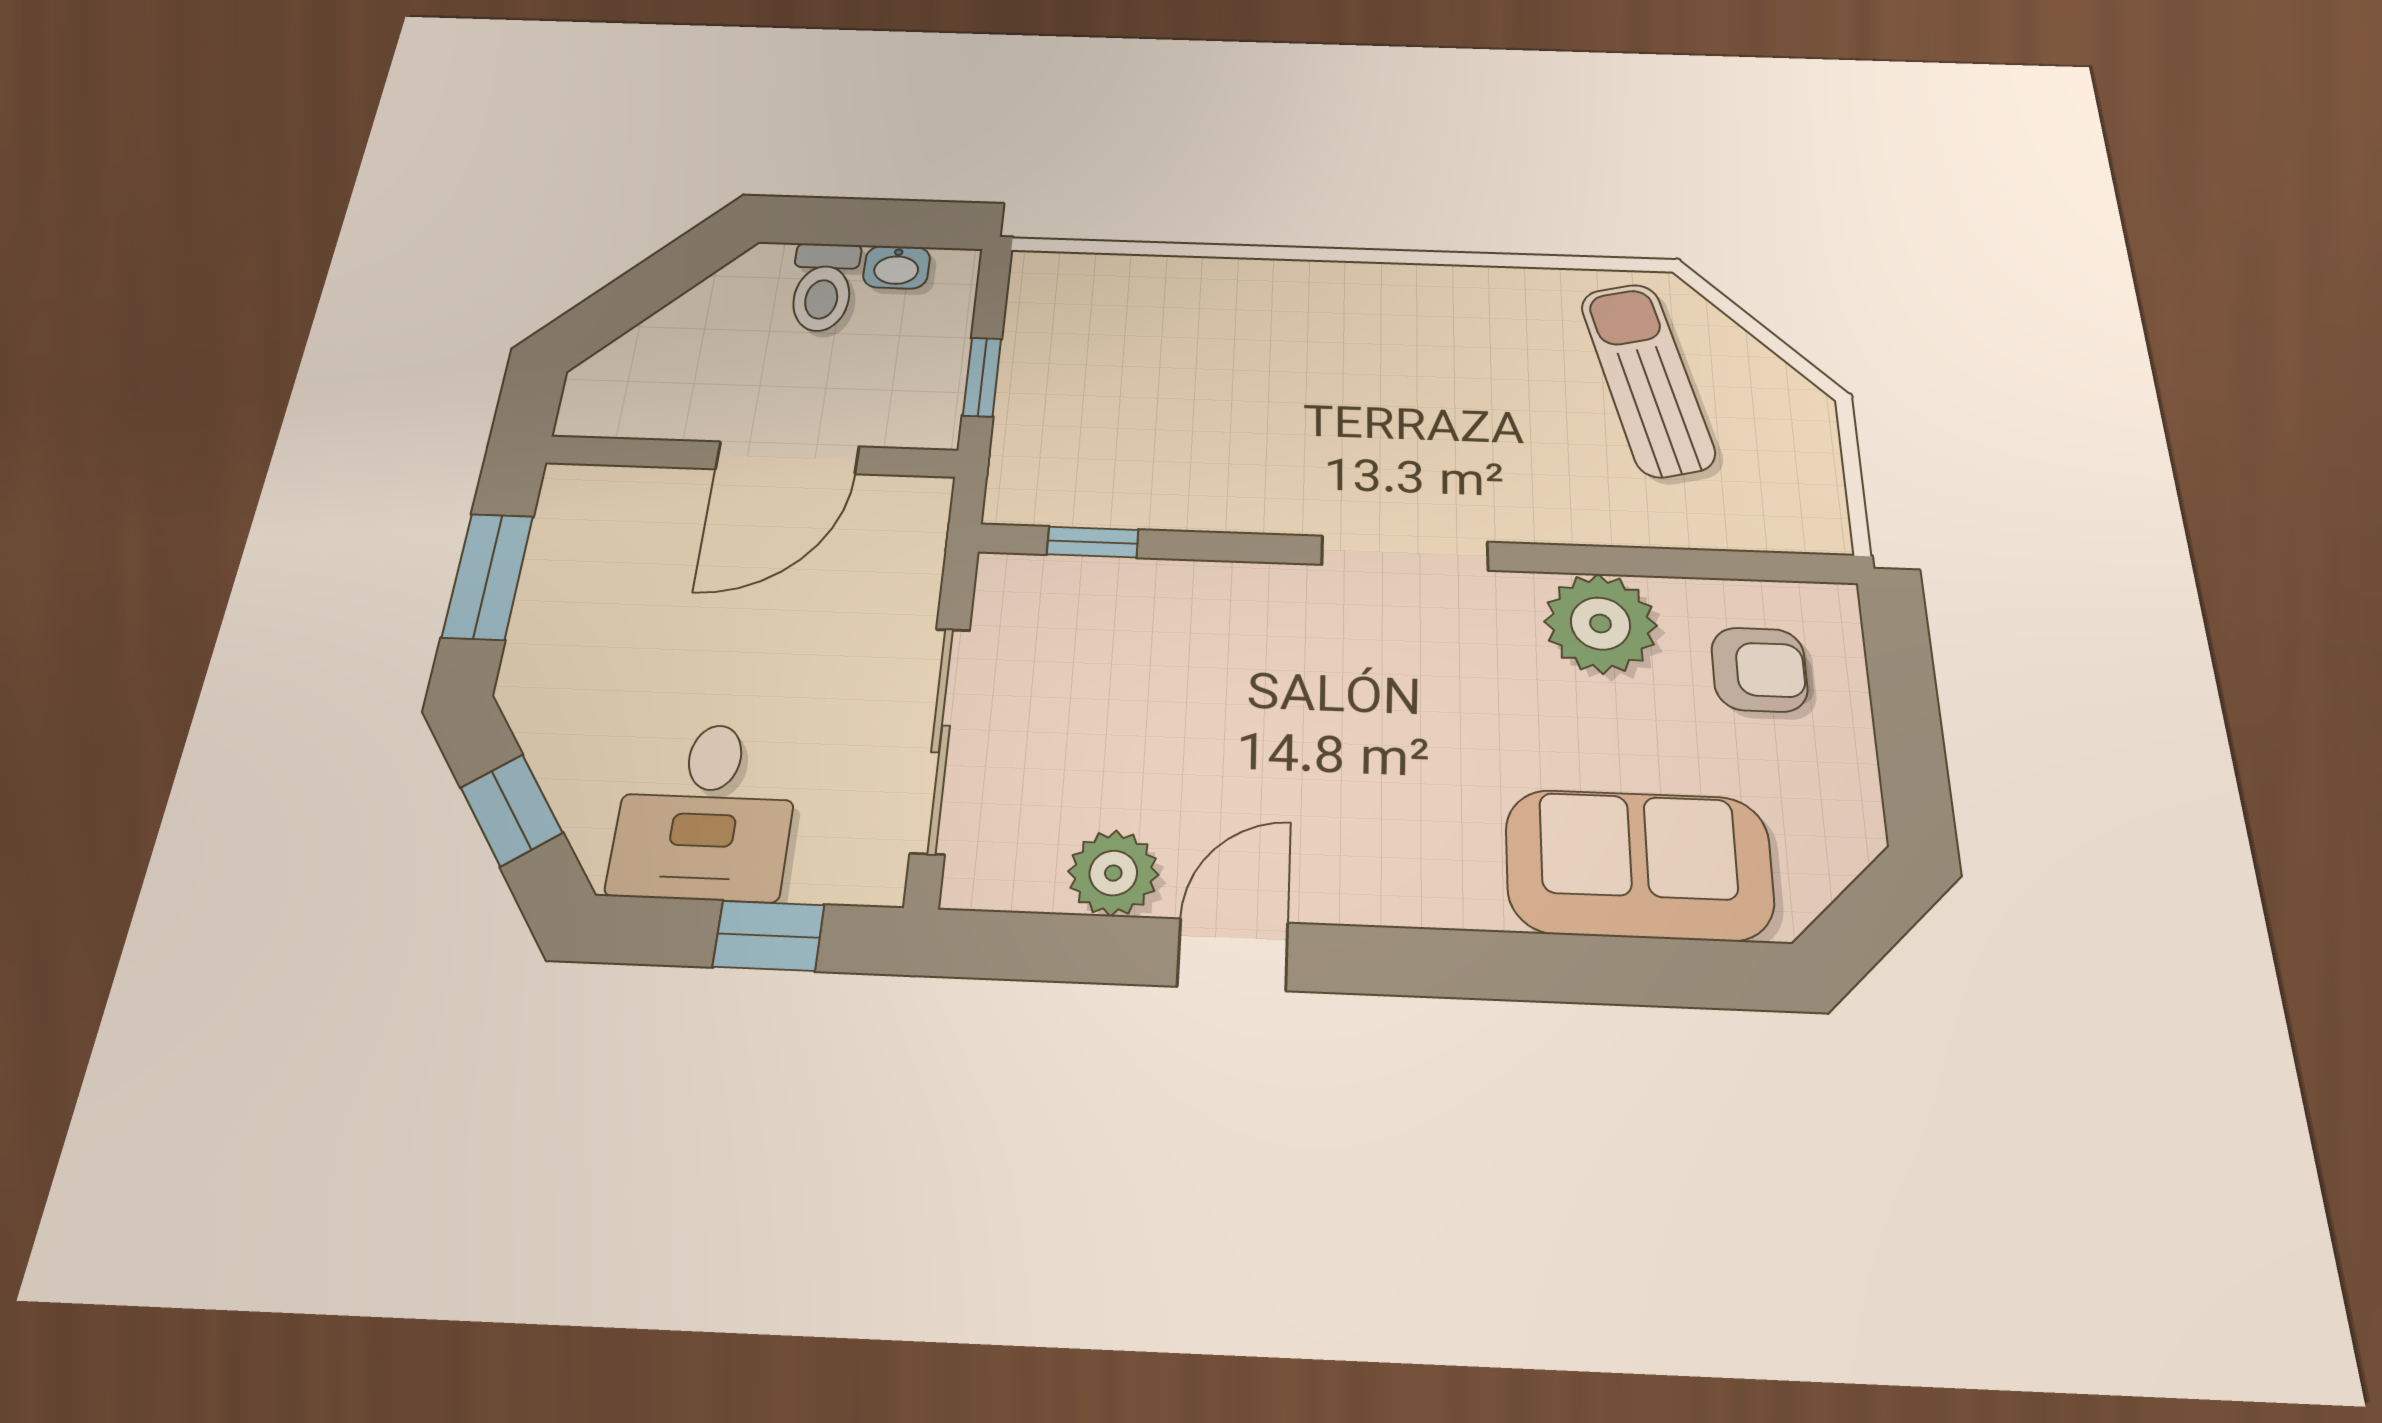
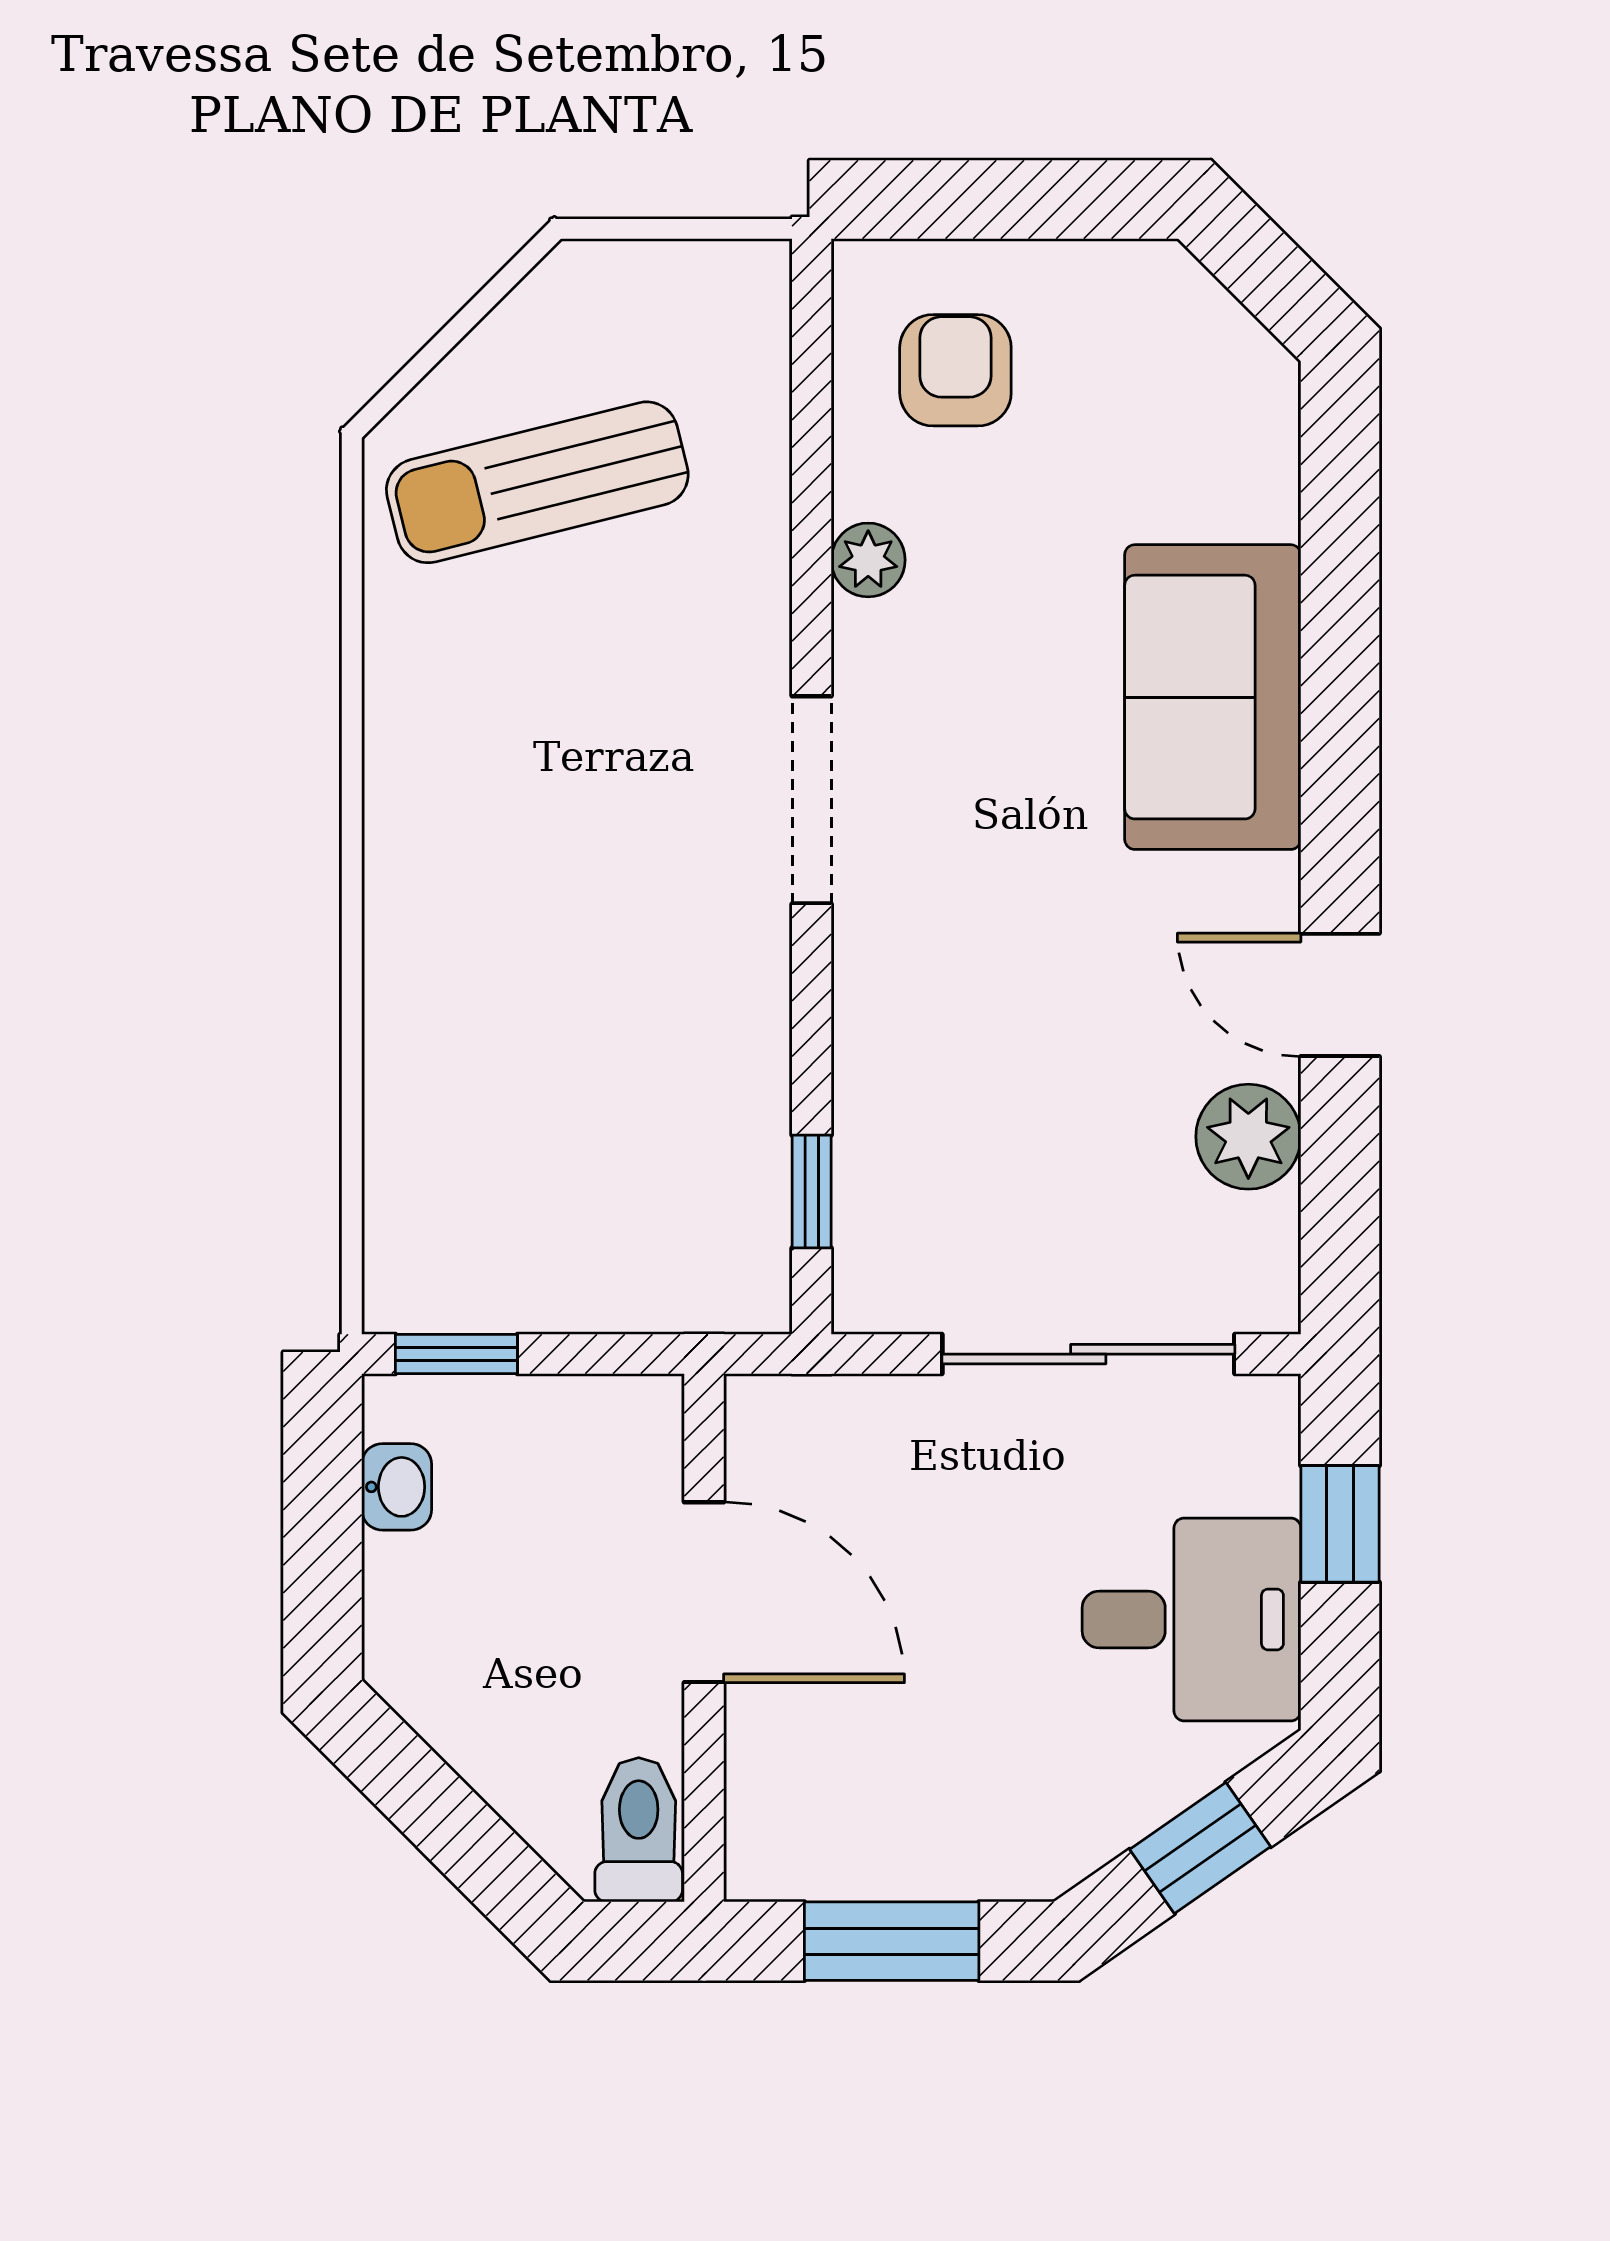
toilet: (823, 287) -> (639, 1830), moved, turned -90
window: (982, 377) -> (456, 1354), moved
plant: (1600, 623) -> (868, 560), width x0.53, depth x0.53
sofa: (1639, 865) -> (1213, 697), moved

